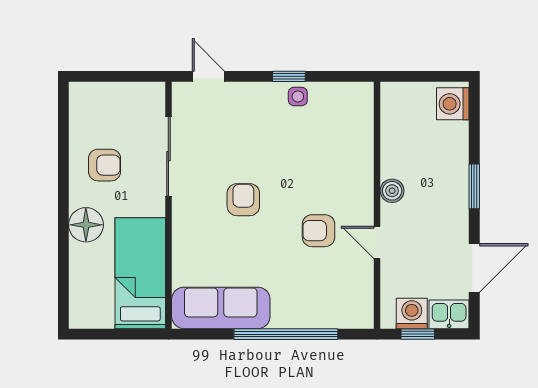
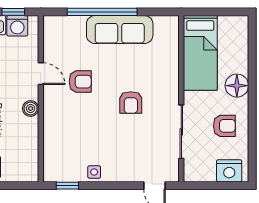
window: (289, 76) -> (67, 186), moved
nightstand: (97, 98) -> (229, 171), added
armchair: (105, 165) -> (224, 126), turned 180
sofa: (221, 308) -> (120, 30), moved

